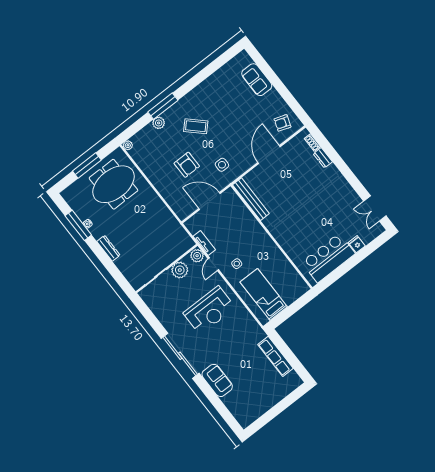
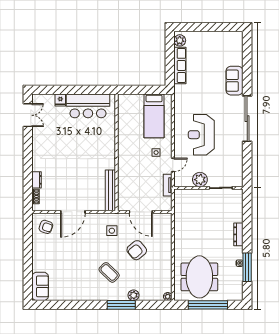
sofa: (257, 80) -> (40, 286), moved
armchair: (187, 165) -> (137, 250), turned -130
window: (87, 166) -> (208, 305), width x1.46
meeting table: (113, 184) -> (199, 277), turned 90
plant: (197, 256) -> (180, 40), moved
reception desk: (209, 310) -> (201, 135), turned -90

